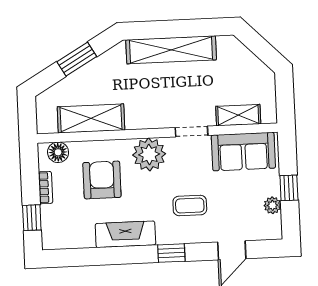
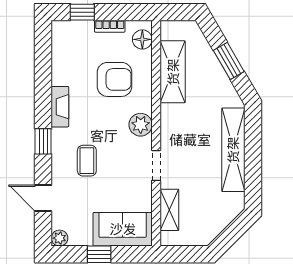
sofa: (243, 152) -> (123, 229), moved, turned 90
plant: (149, 154) -> (141, 125), width x0.73, depth x0.73
plant: (272, 205) -> (60, 238), moved
fireplace: (125, 234) -> (60, 107), width x0.73, depth x0.76

